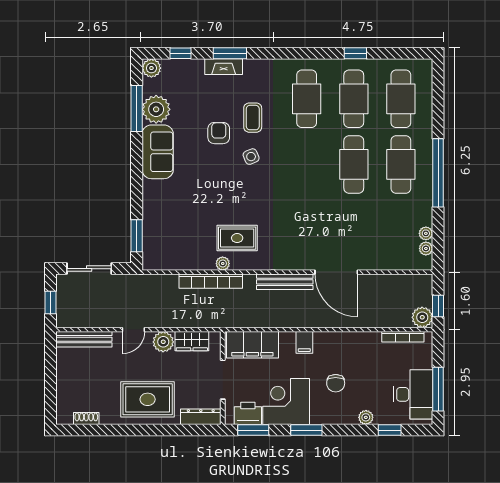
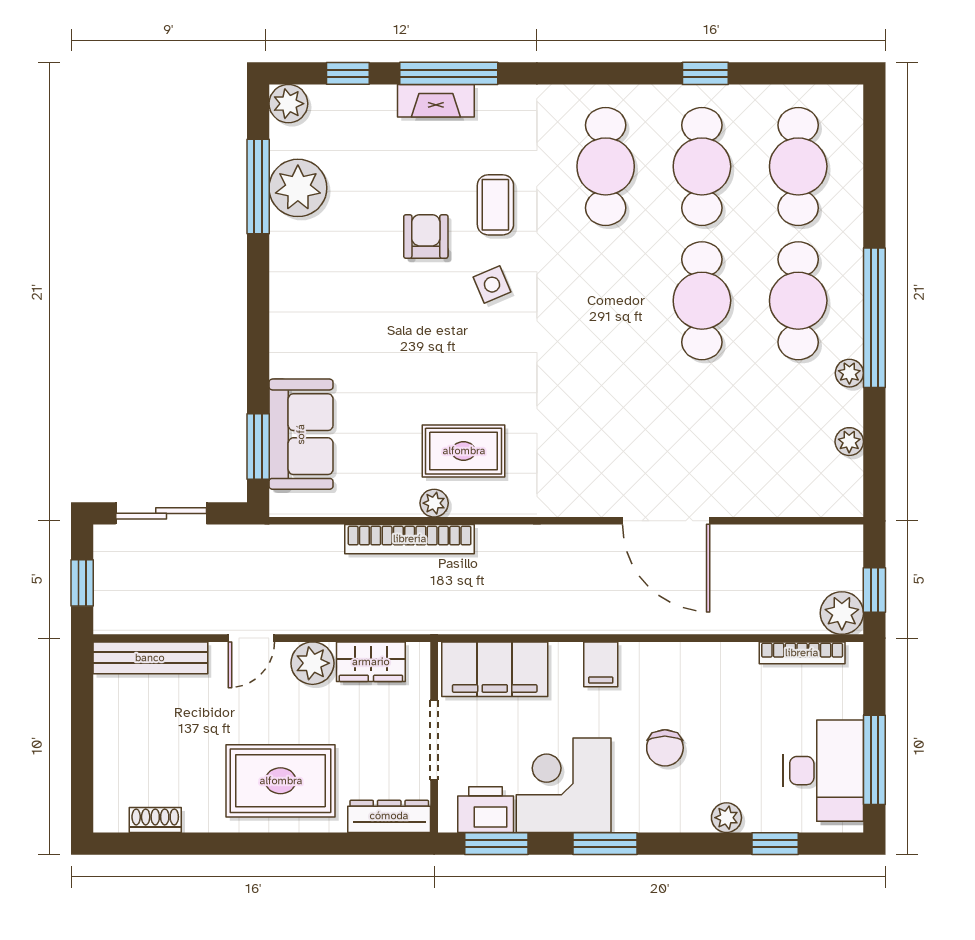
window: (230, 53) -> (449, 73), width x1.44
sofa: (158, 152) -> (301, 434), moved
plant: (426, 248) -> (849, 373), moved
bench: (285, 282) -> (561, 541), removed

